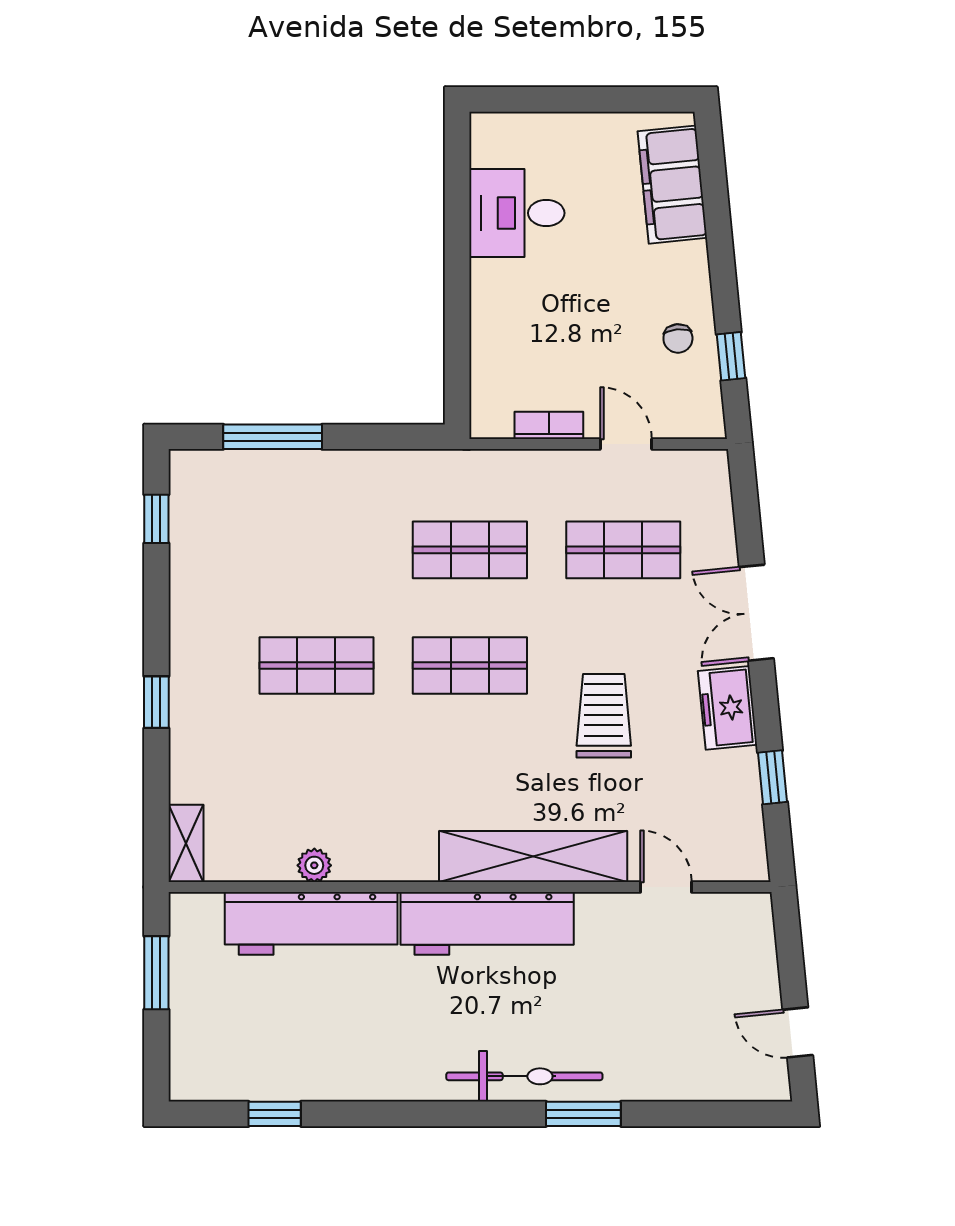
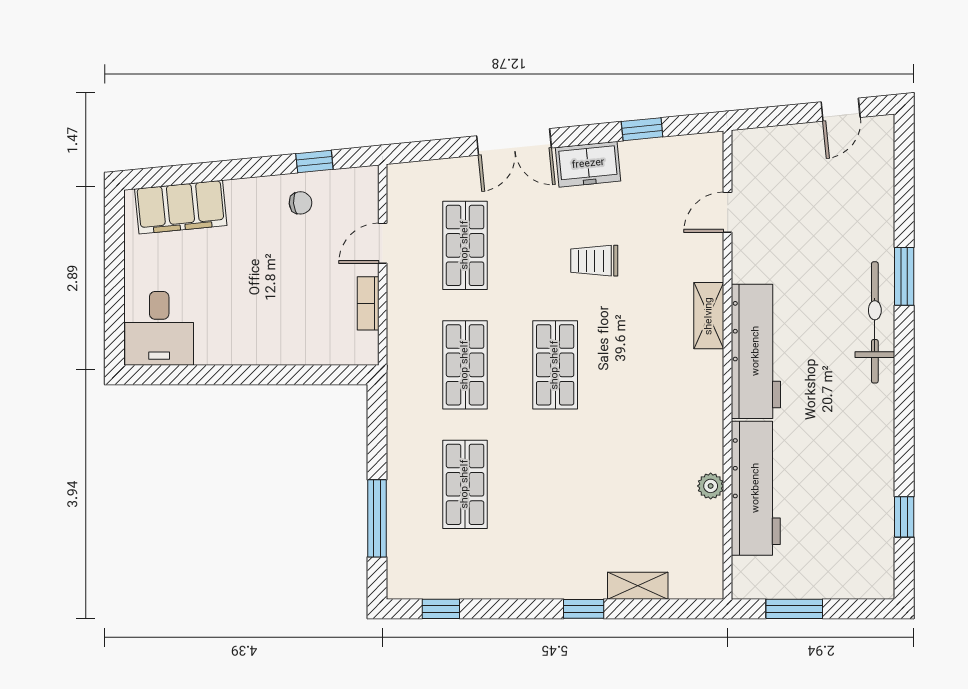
desk: (517, 213) -> (159, 328), moved
shop shelf: (316, 666) -> (465, 484), moved
trolley: (604, 716) -> (594, 261), width x0.73, depth x0.72
shelving: (186, 843) -> (638, 586), moved
shelving: (533, 857) -> (709, 316), width x0.45, depth x0.75

